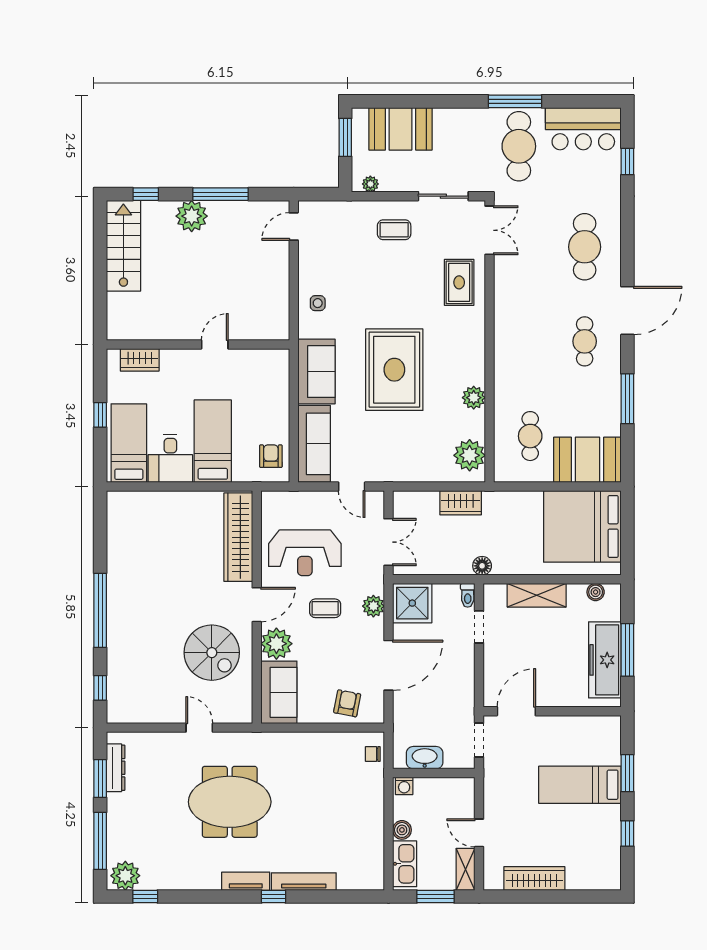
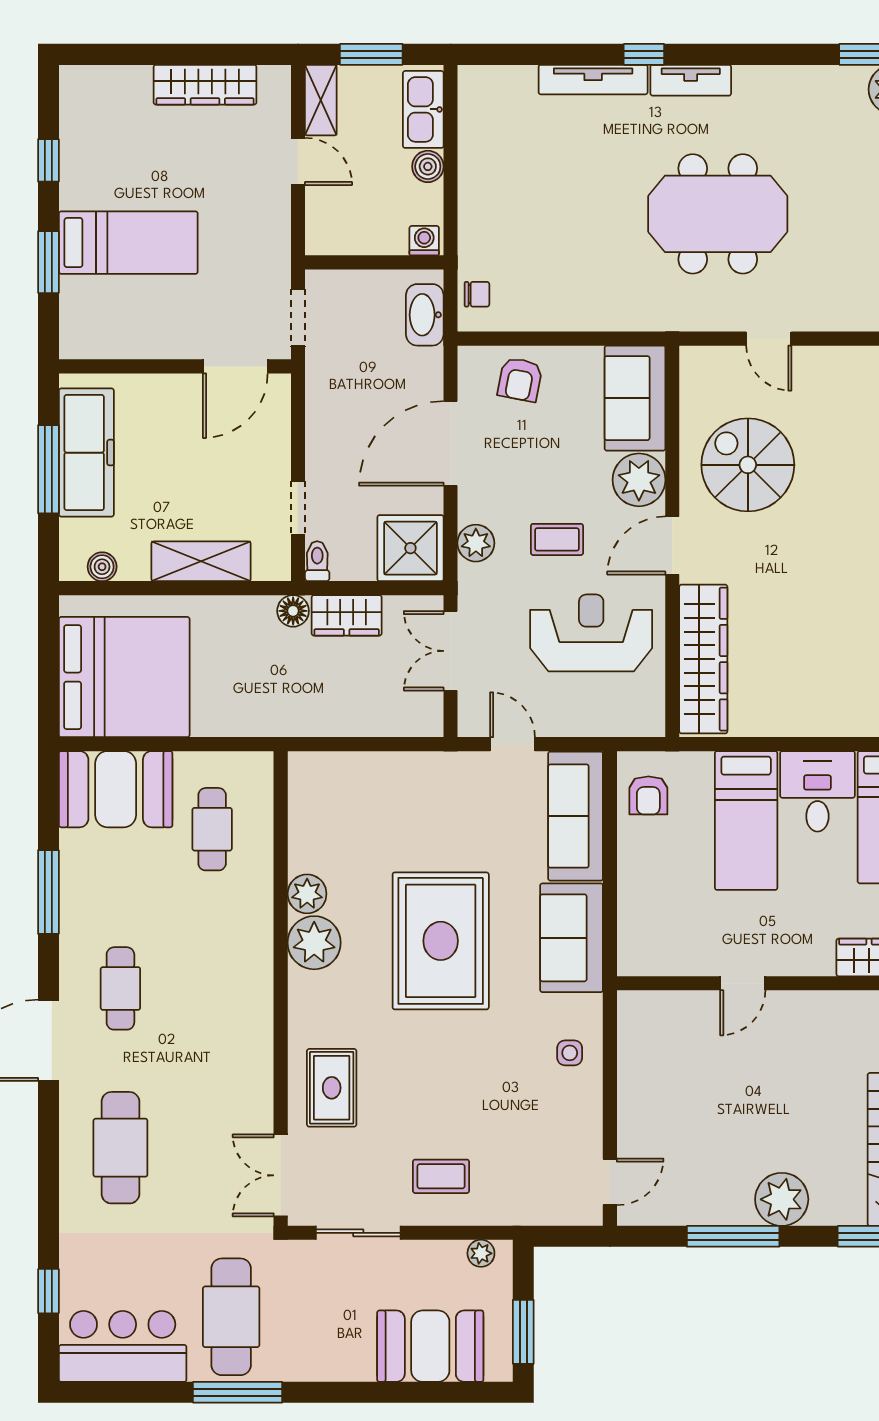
plant: (470, 455) -> (314, 943), moved
wardrobe: (461, 503) -> (347, 615), moved, turned 180
washbasin: (425, 758) -> (425, 315), moved, turned 90

